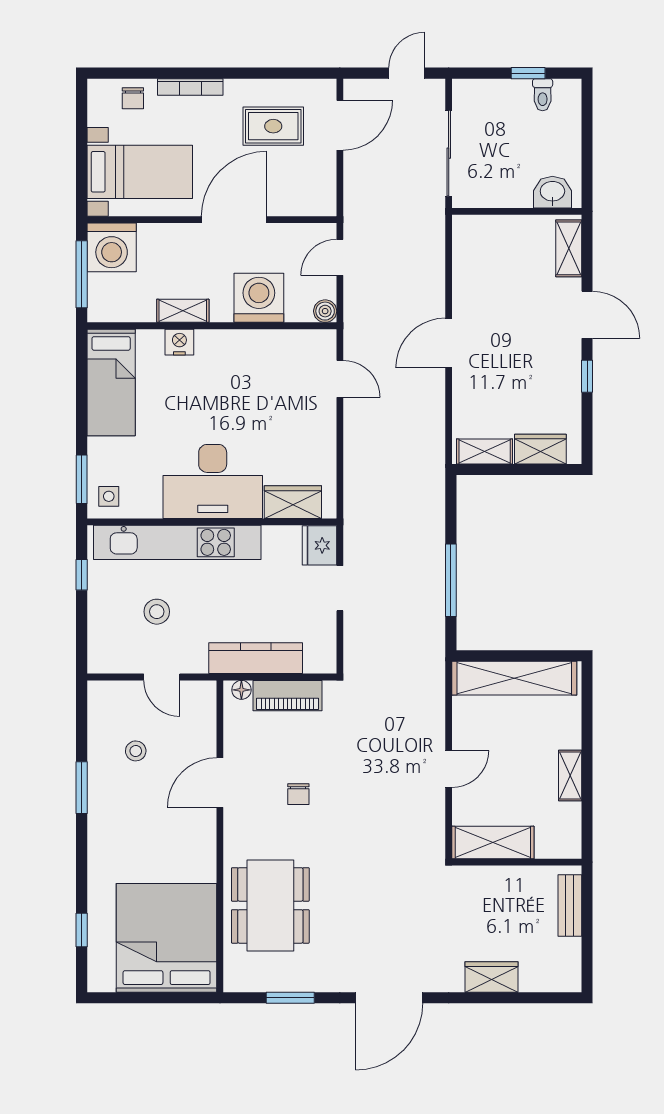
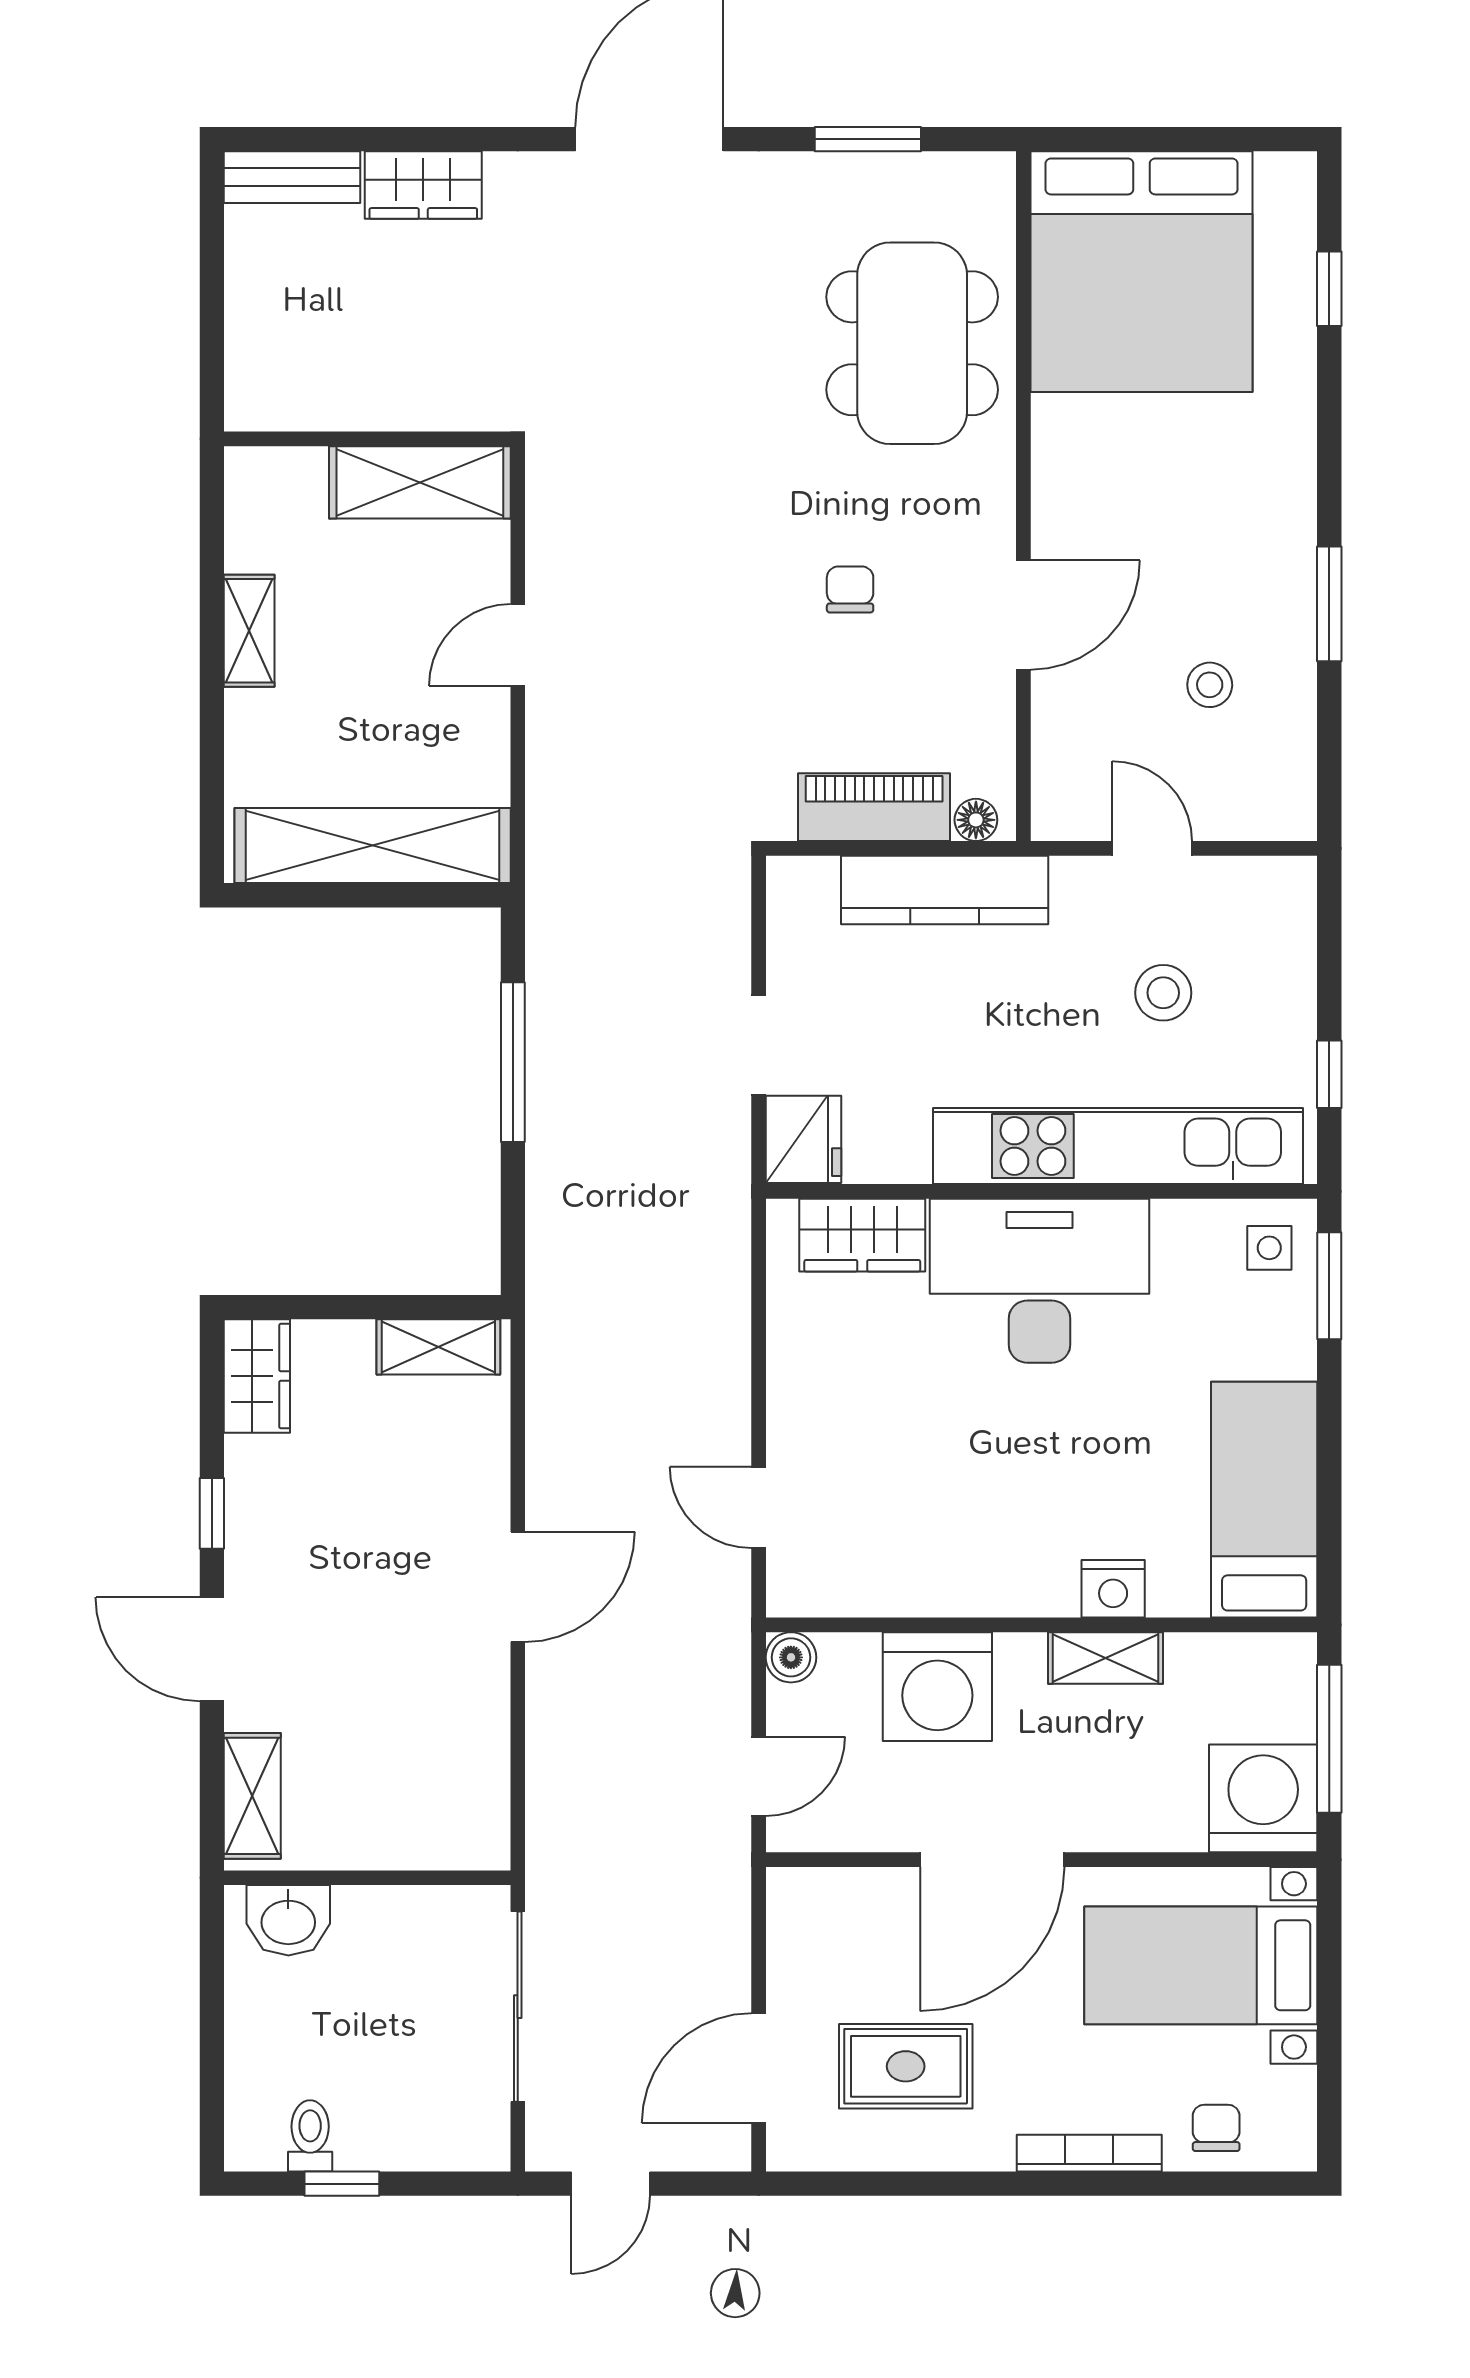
wardrobe: (540, 449) -> (257, 1376), moved, turned -90
bench: (570, 905) -> (292, 177), moved, turned 90

